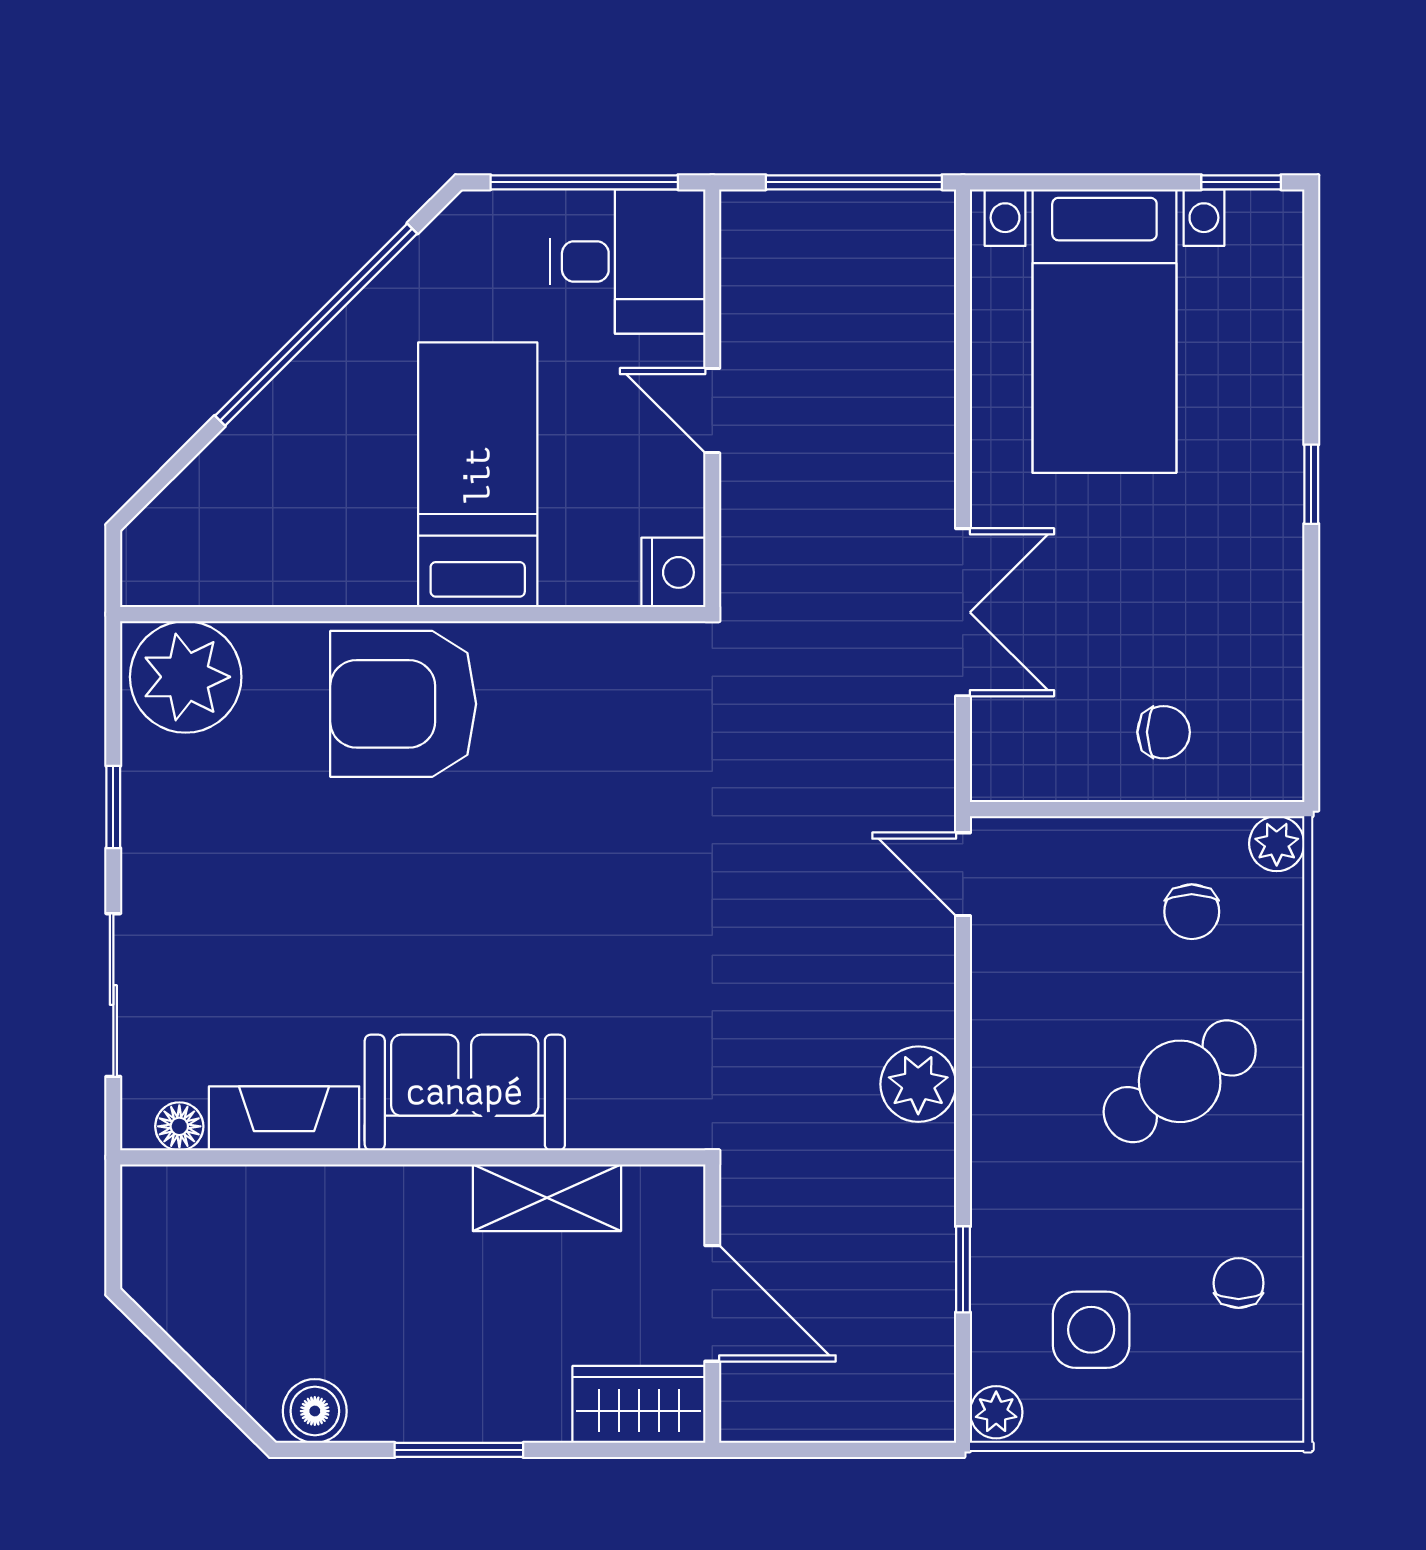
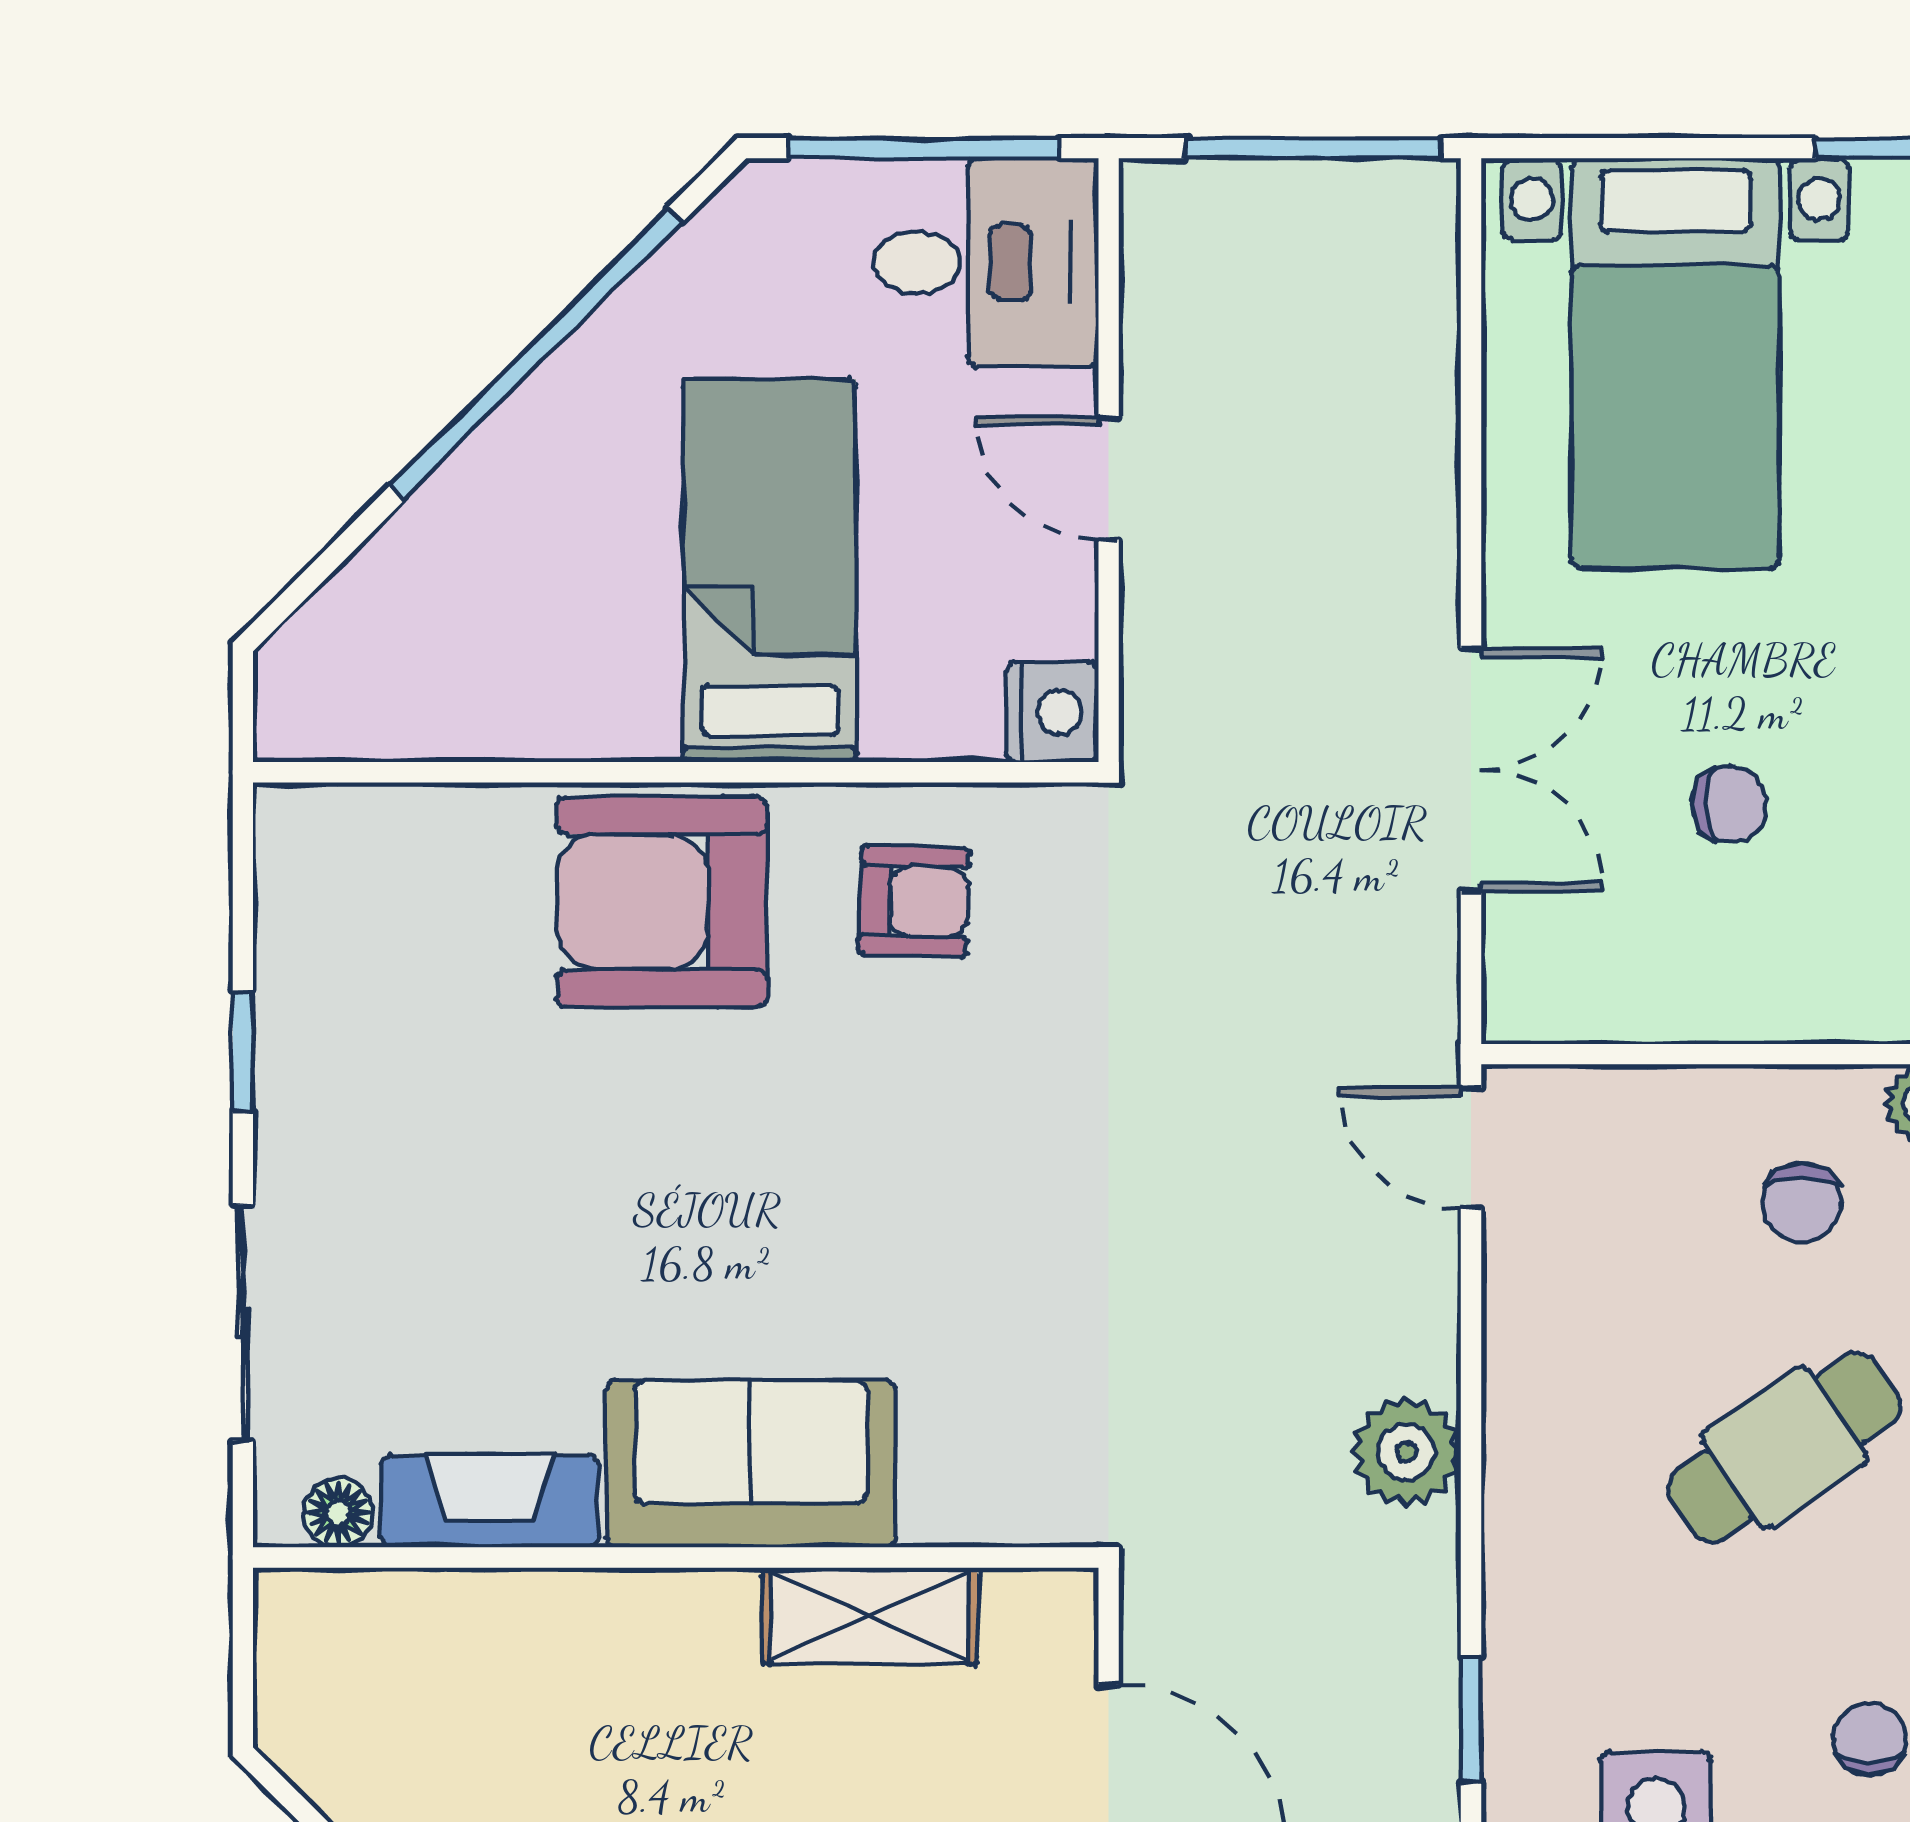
plant: (186, 677) -> (347, 863), removed
armchair: (577, 703) -> (914, 901), added
chair: (1164, 732) -> (1729, 804), moved

